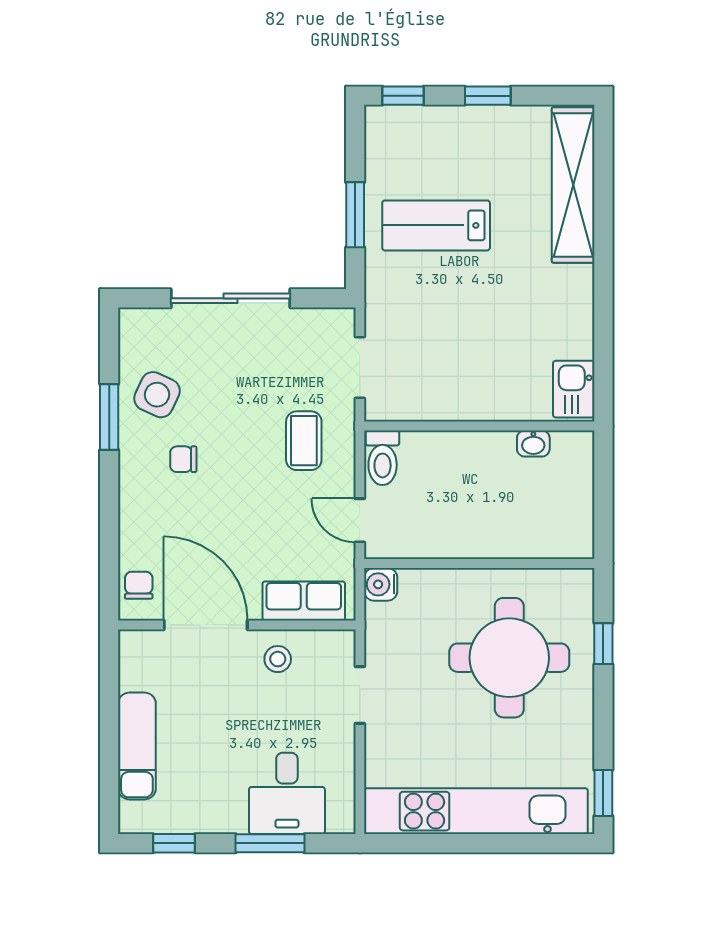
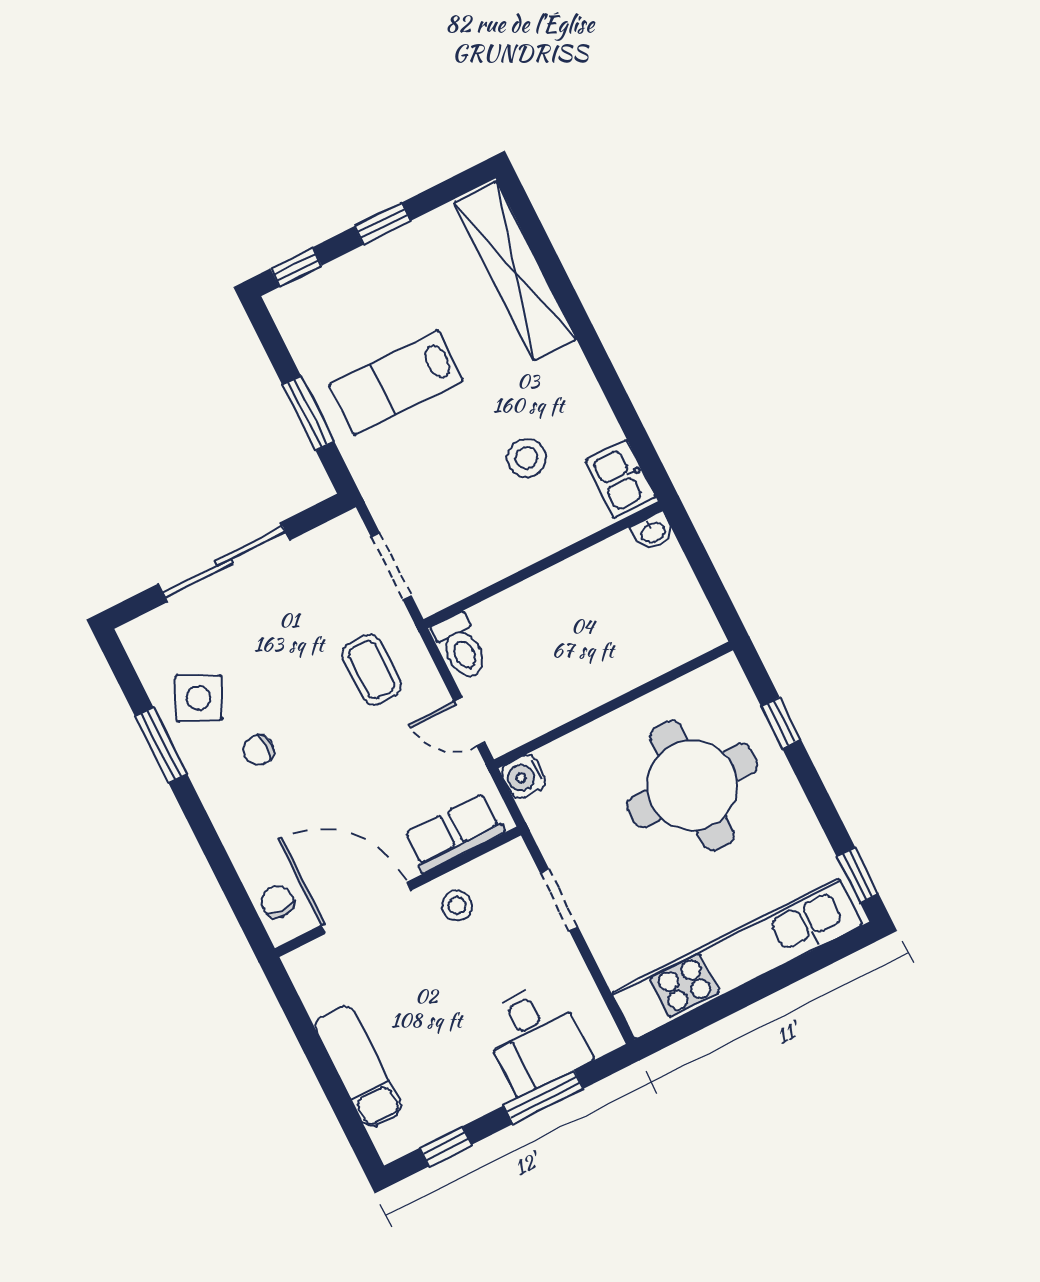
stool: (509, 336) -> (527, 458), added
washbasin: (533, 444) -> (653, 532), moved

